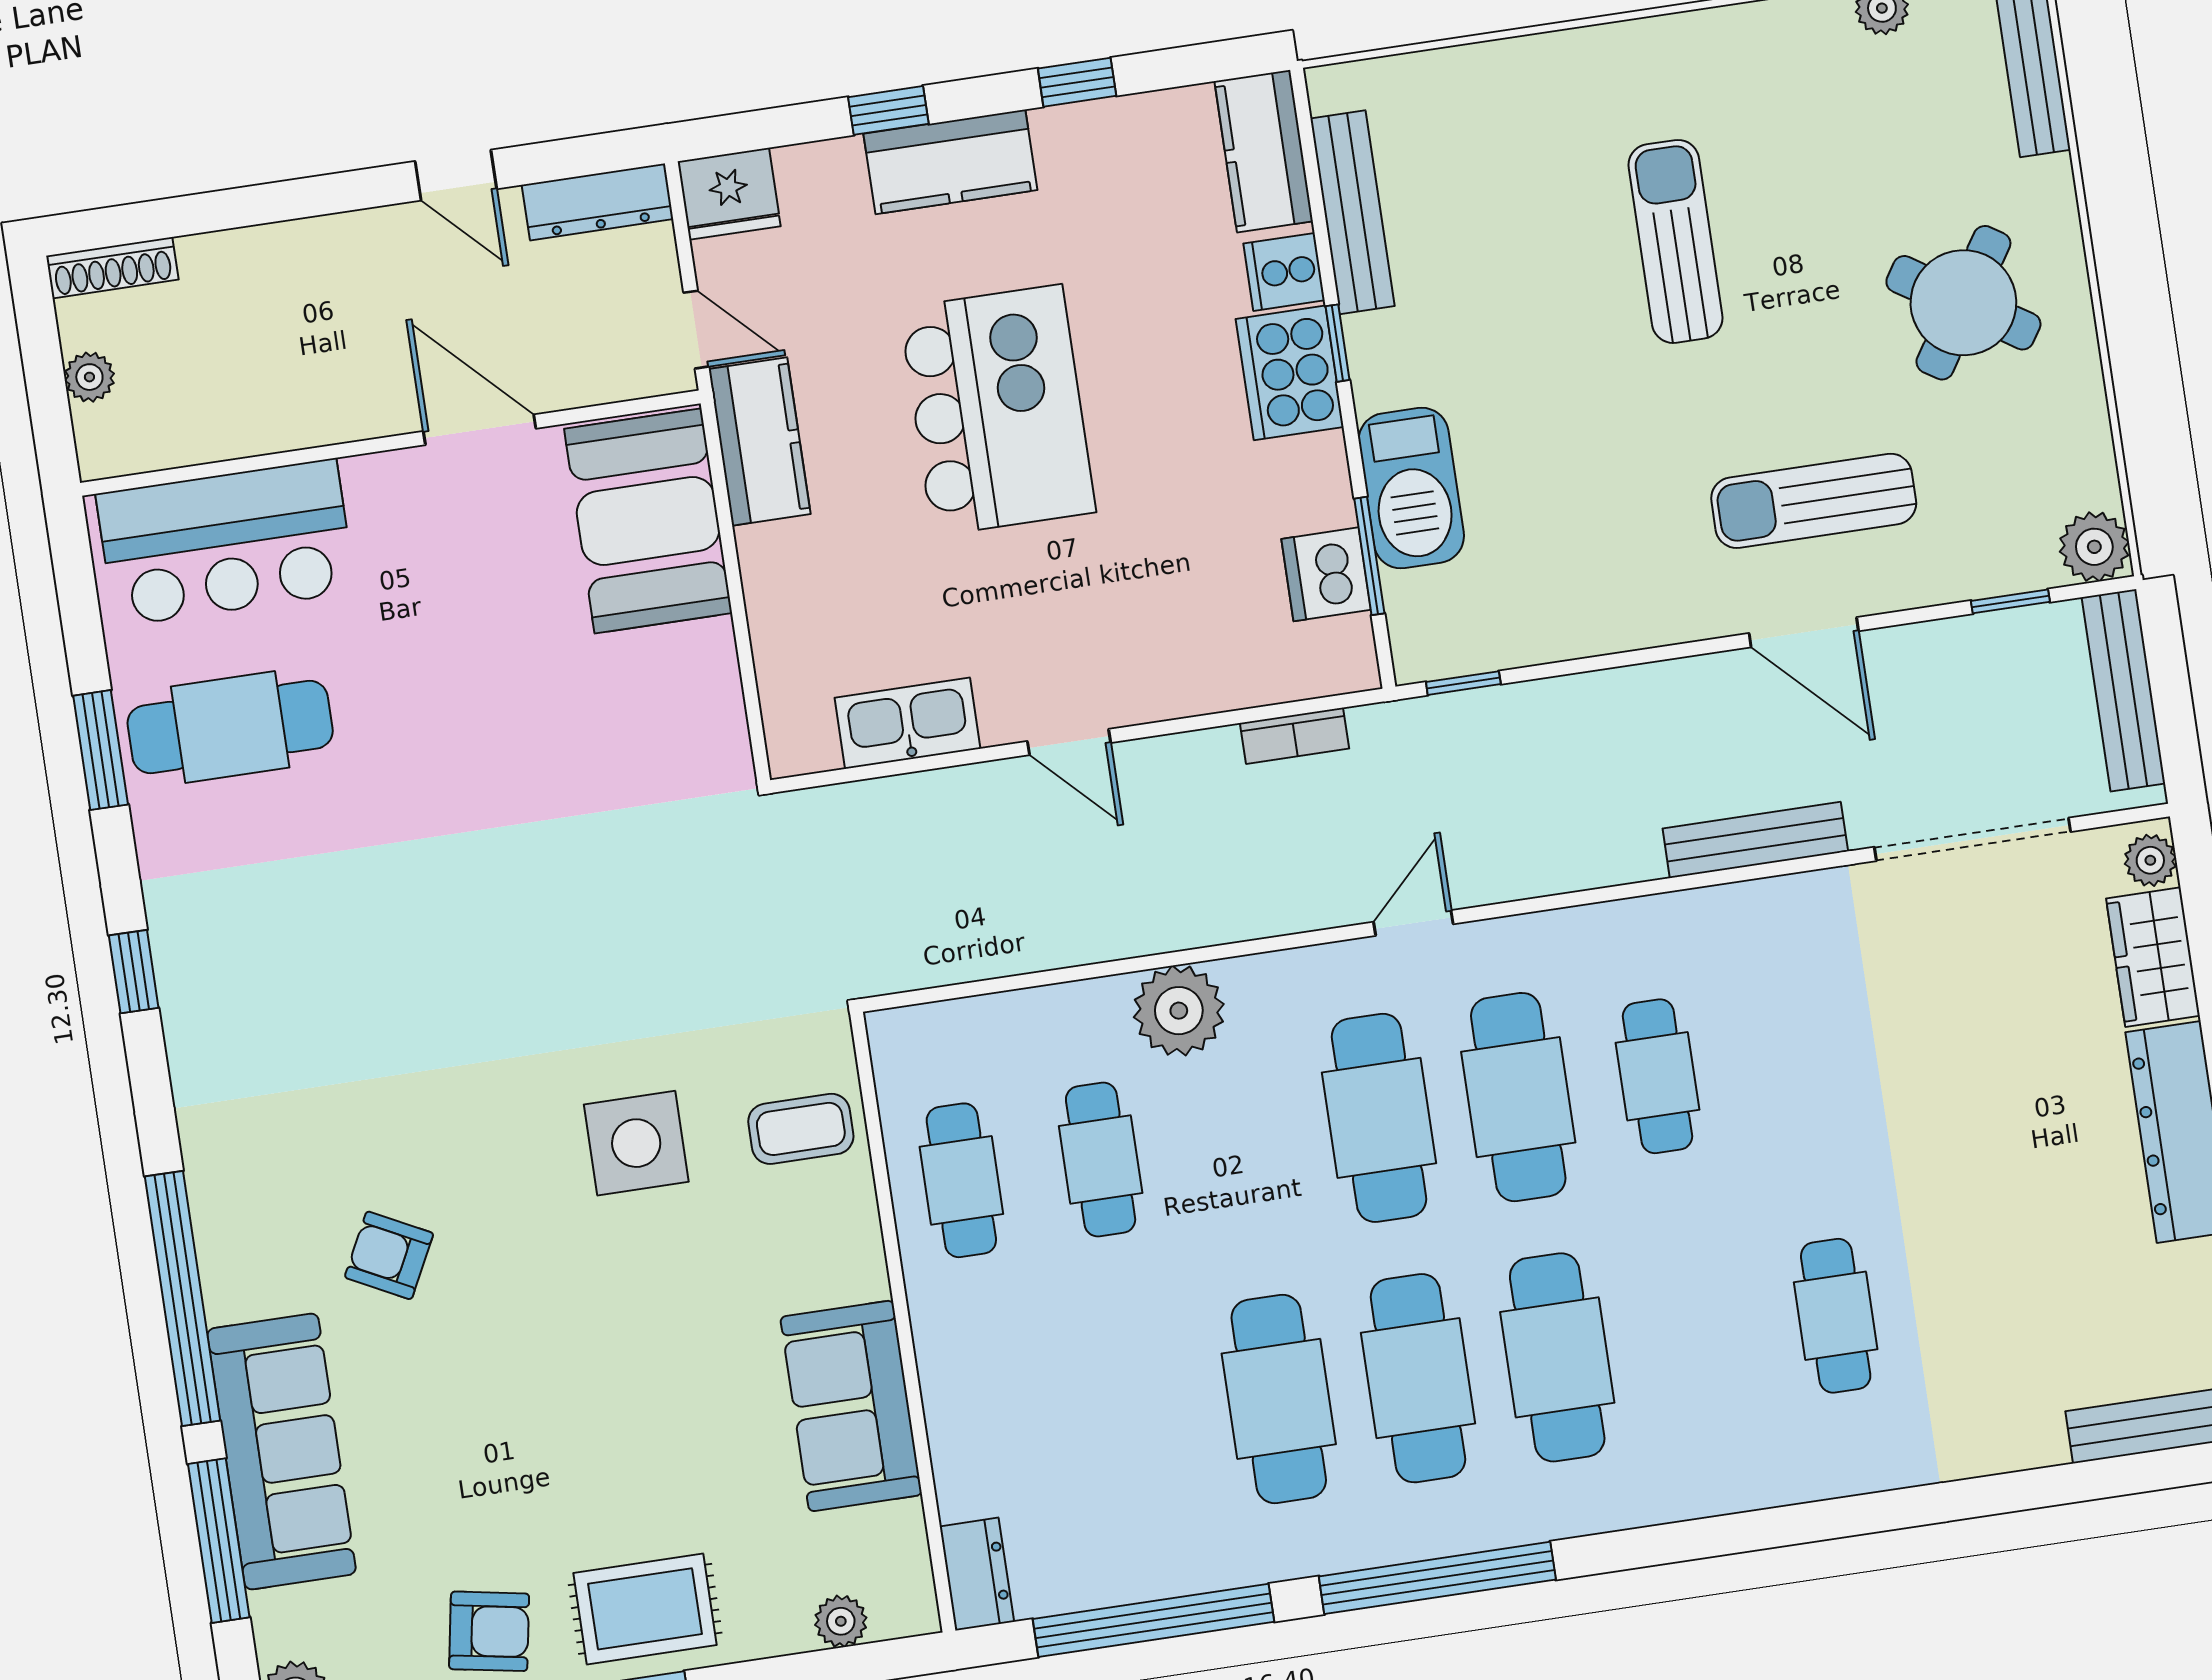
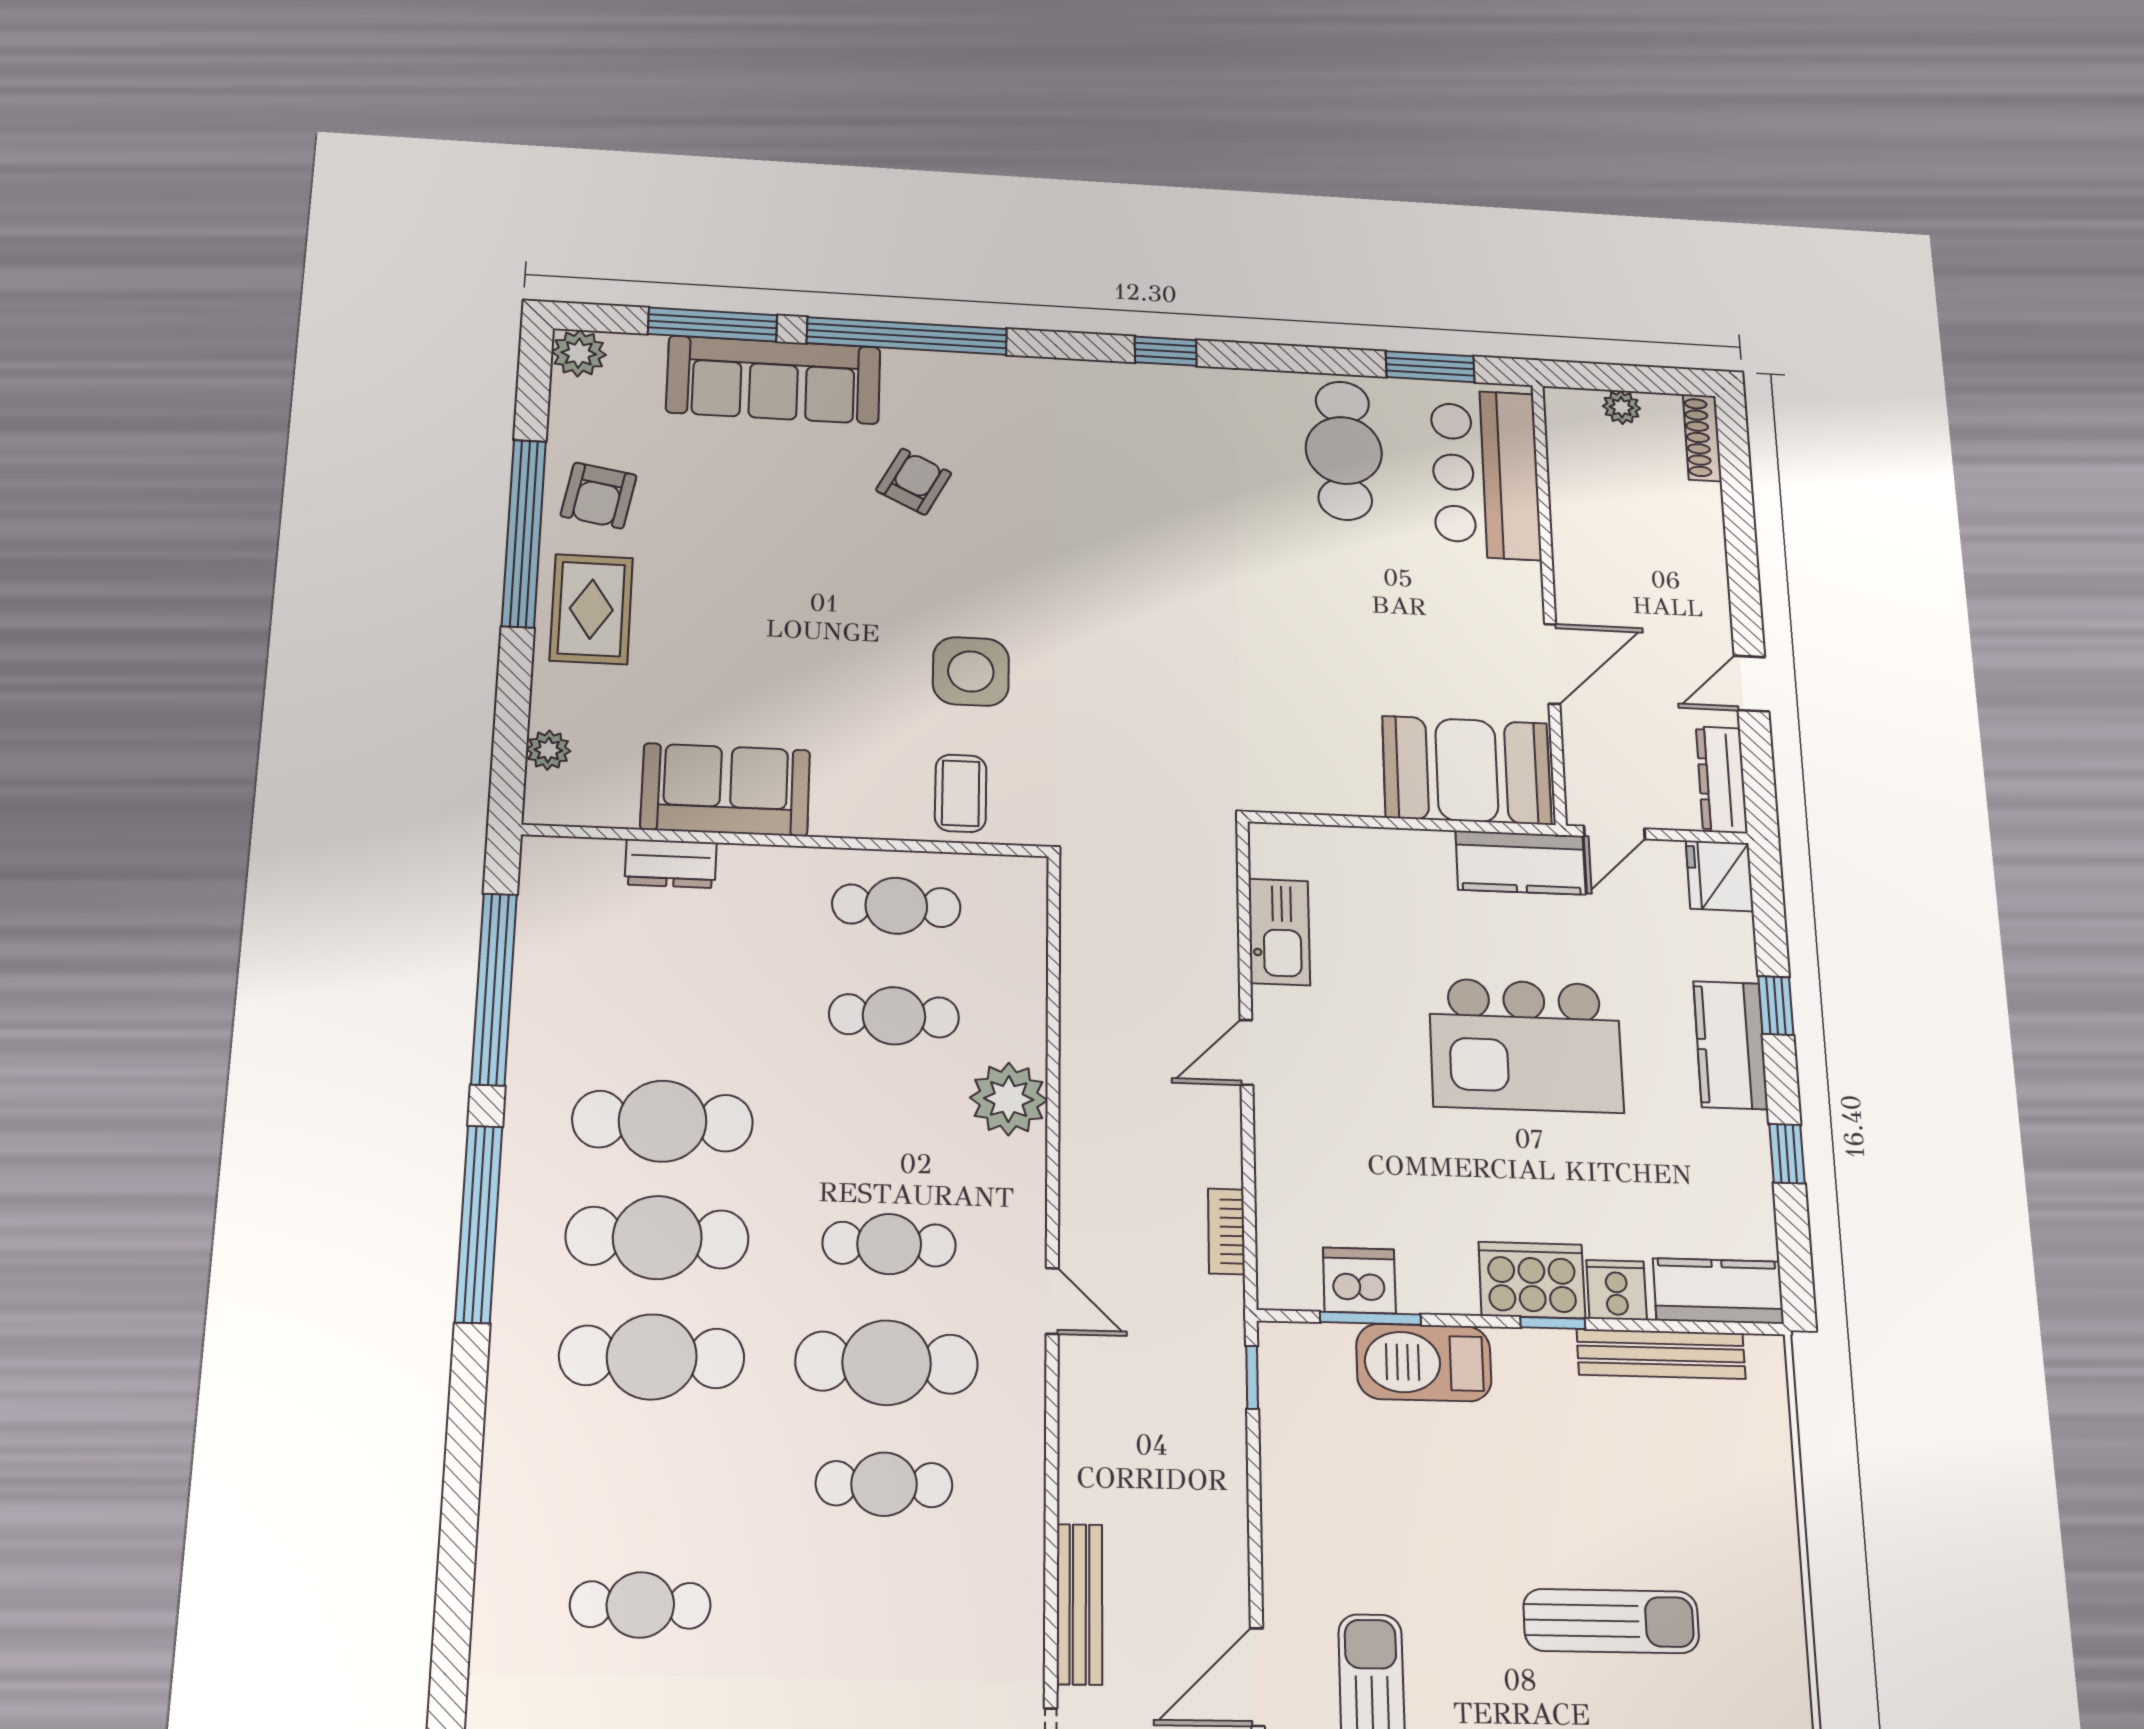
window: (101, 750) -> (1430, 367), moved
cafe table: (1379, 1118) -> (889, 1244), width x0.73, depth x0.74
dresser: (977, 1574) -> (671, 864), moved

